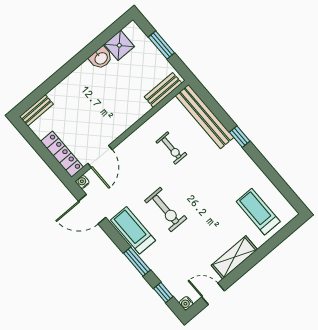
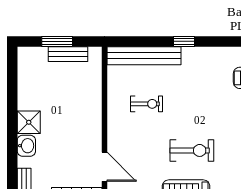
shower: (119, 45) -> (29, 122), moved
washbasin: (101, 58) -> (26, 146), moved
bench: (163, 90) -> (68, 54), moved, turned 90

